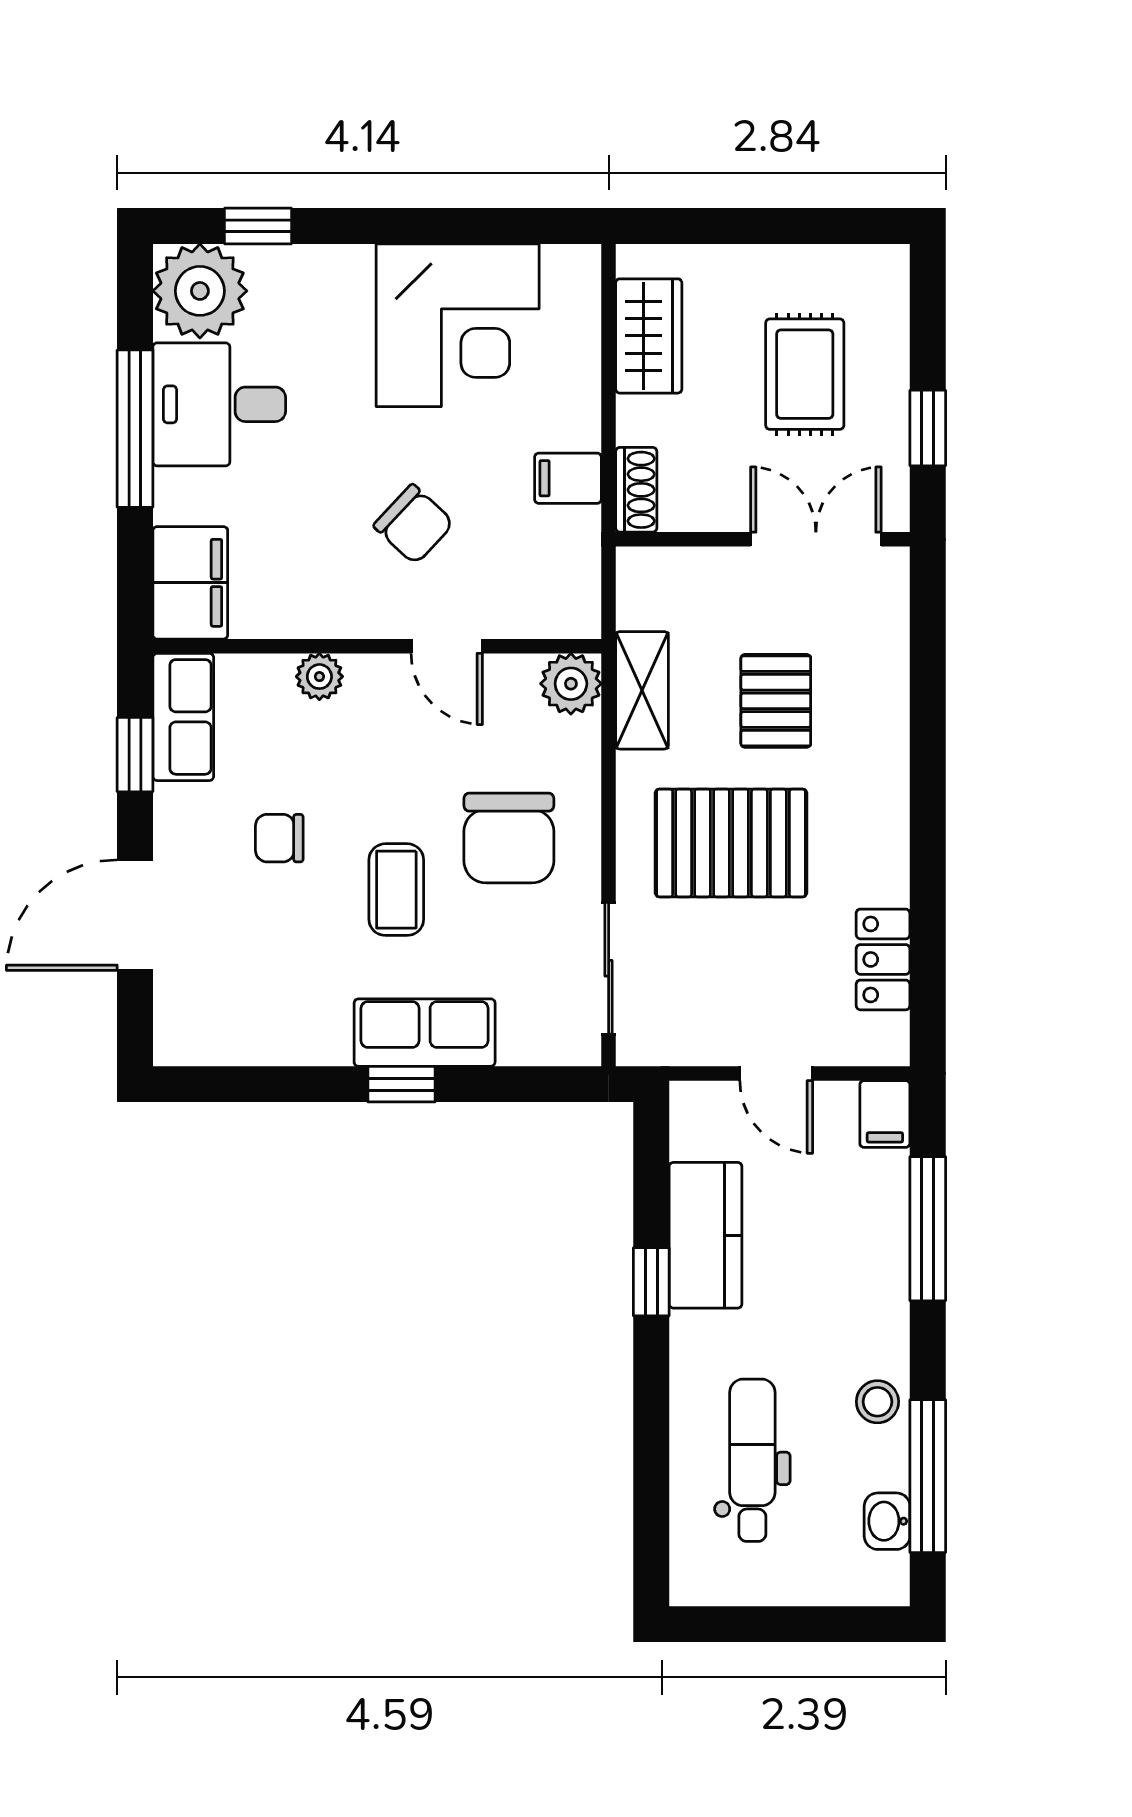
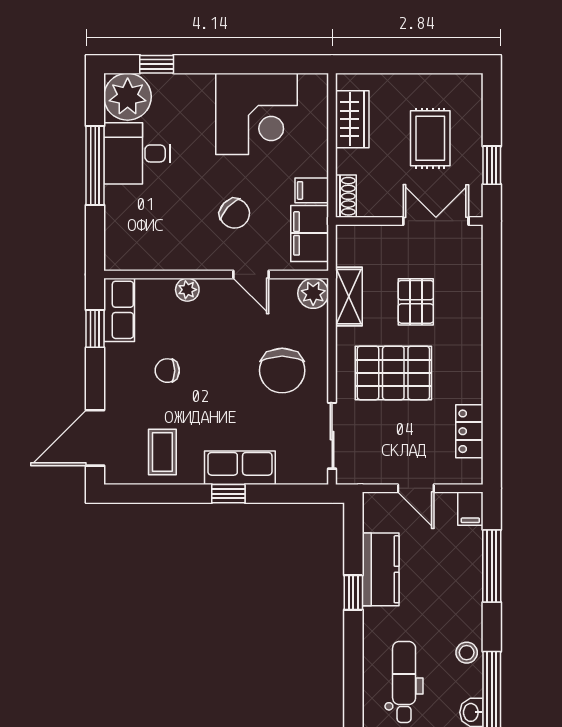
filing cabinet: (190, 583) -> (310, 233), moved, turned 180
coffee table: (396, 890) -> (162, 452), moved
door: (135, 915) -> (95, 438), moved

